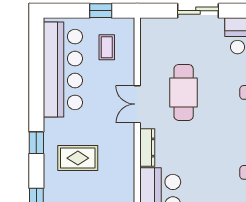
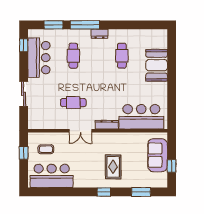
bar counter: (63, 70) -> (52, 176), width x0.73
cafe table: (184, 92) -> (73, 103), width x0.73, depth x0.74

